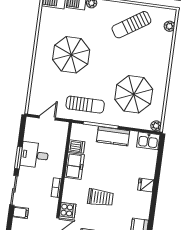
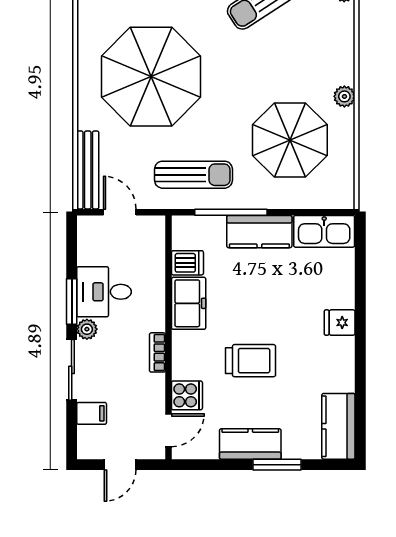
parasol: (71, 55) -> (151, 77), width x1.36, depth x1.36
bench: (35, 95) -> (88, 170), added
door: (47, 118) -> (120, 212), hinge flipped
plant: (156, 126) -> (344, 96), moved
kitchen sink: (148, 141) -> (324, 231), width x1.38
plant: (24, 172) -> (87, 329), added

